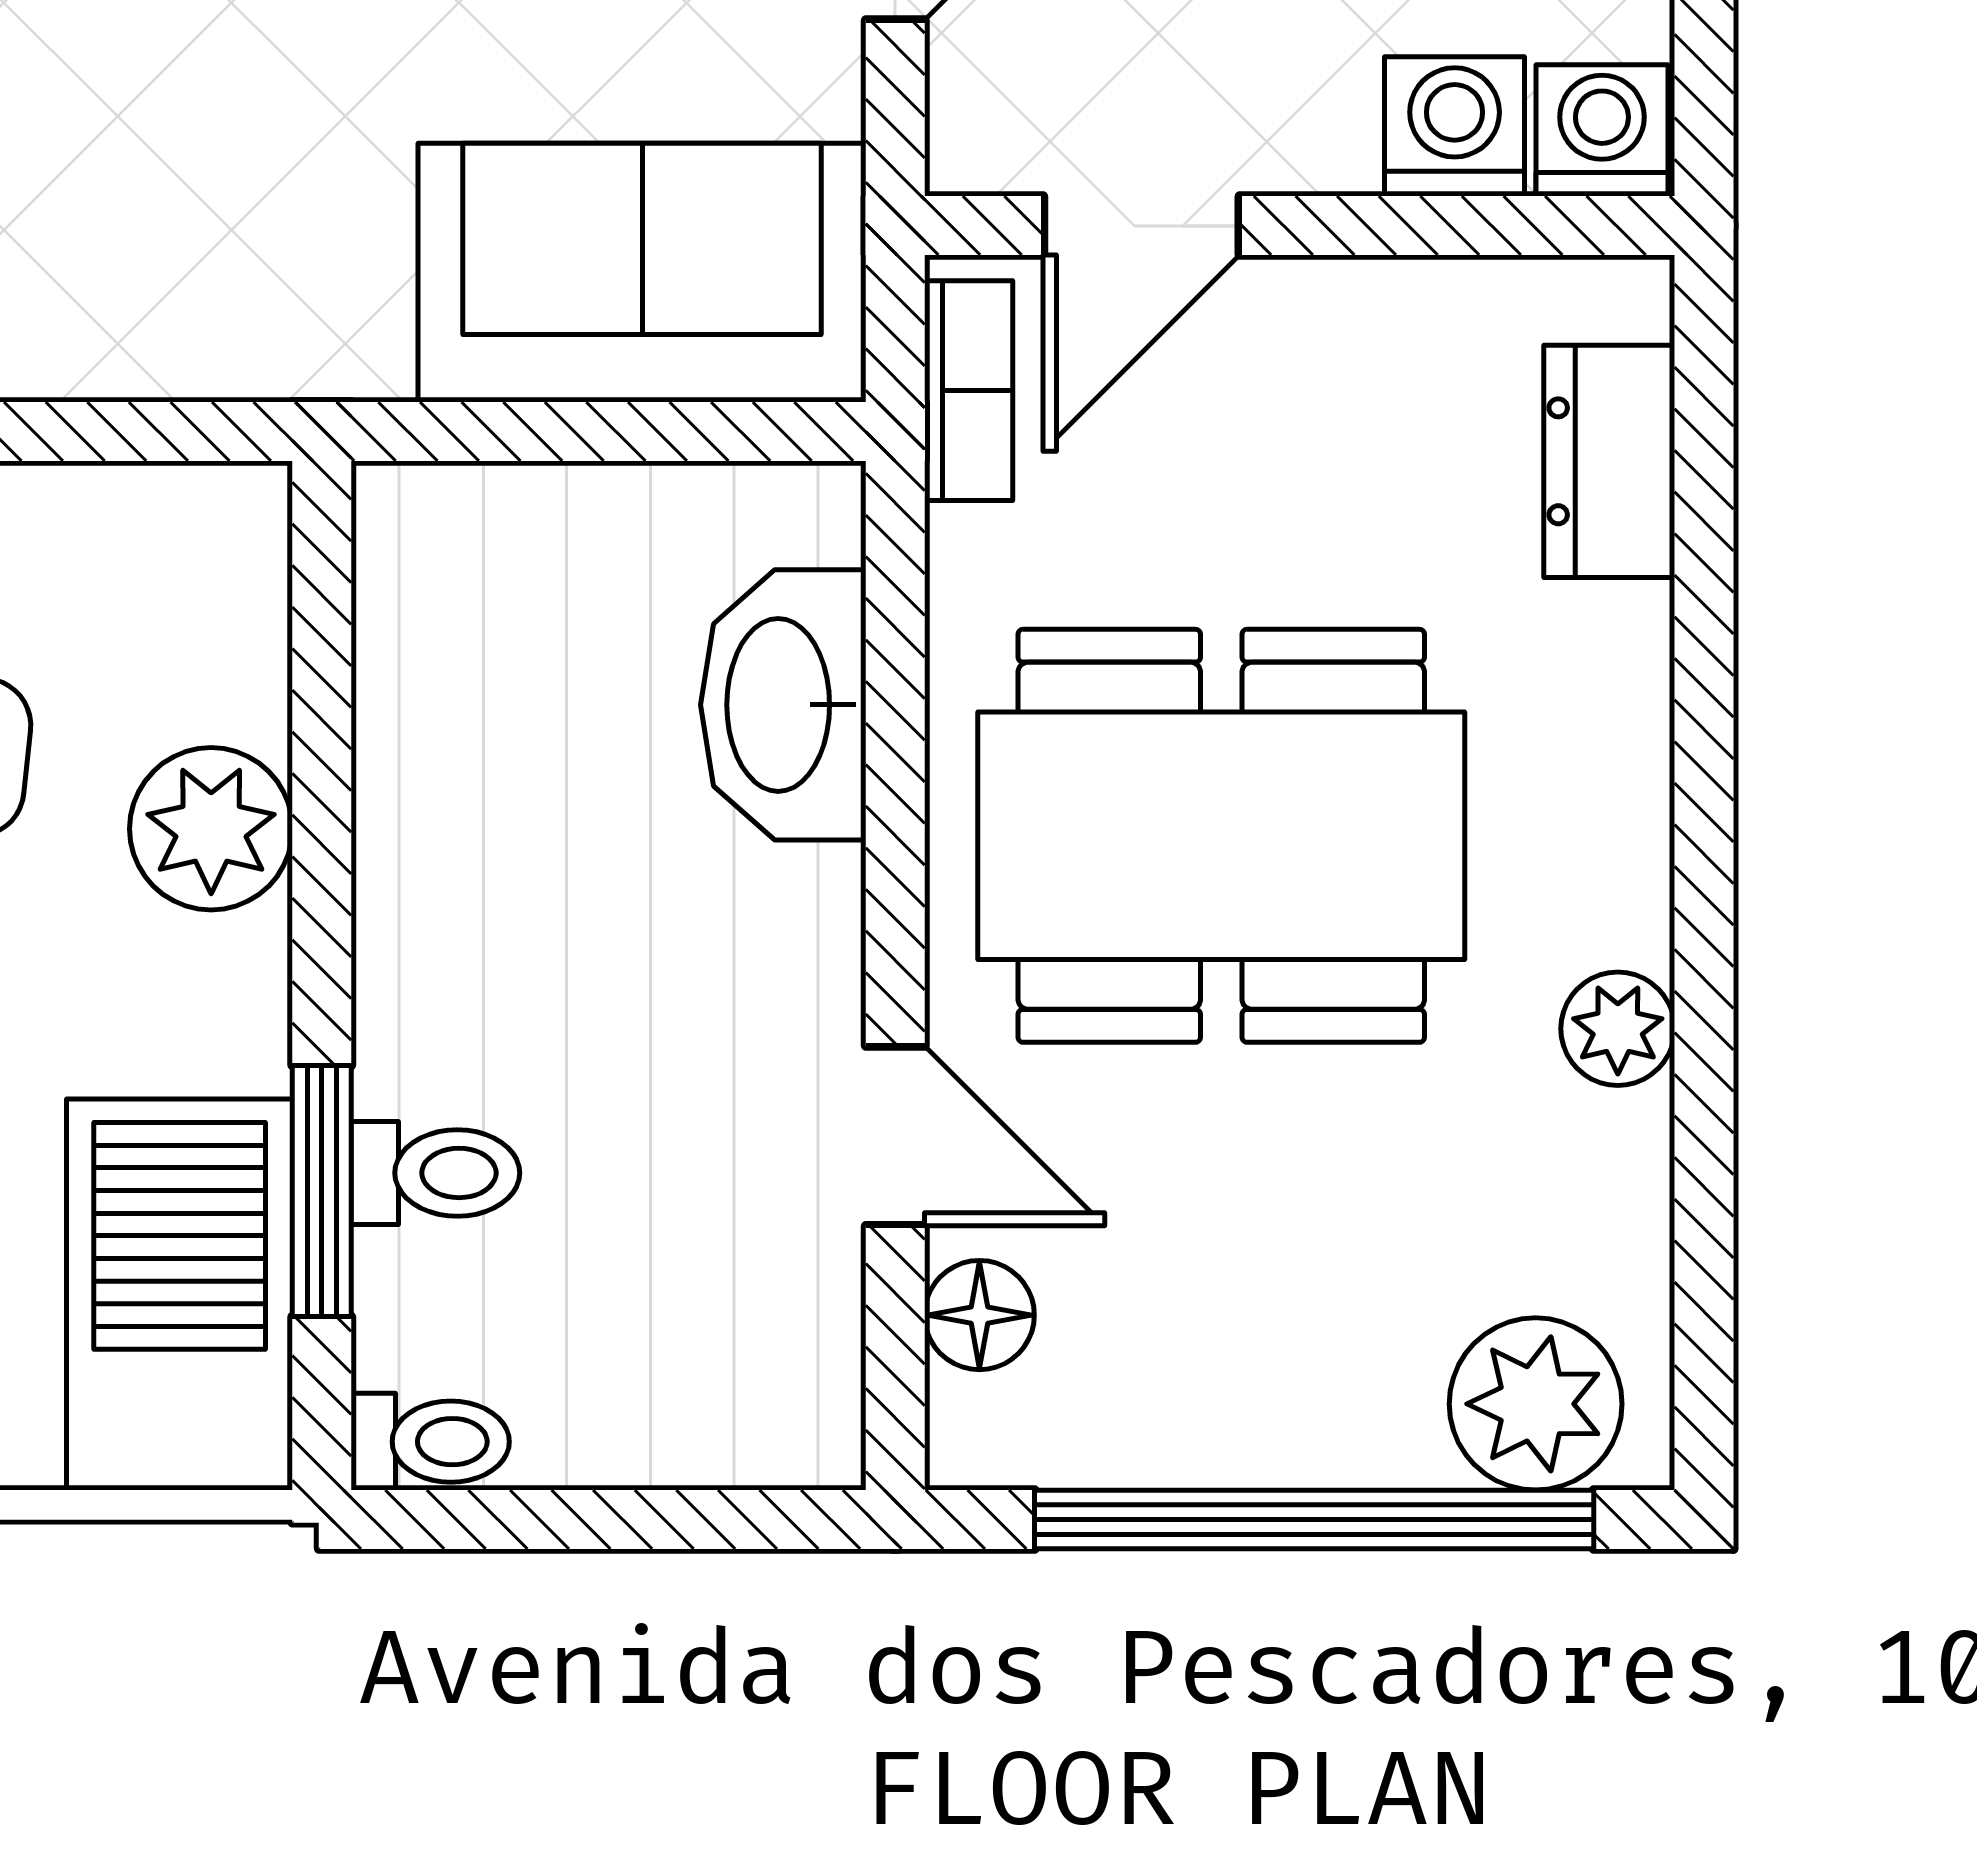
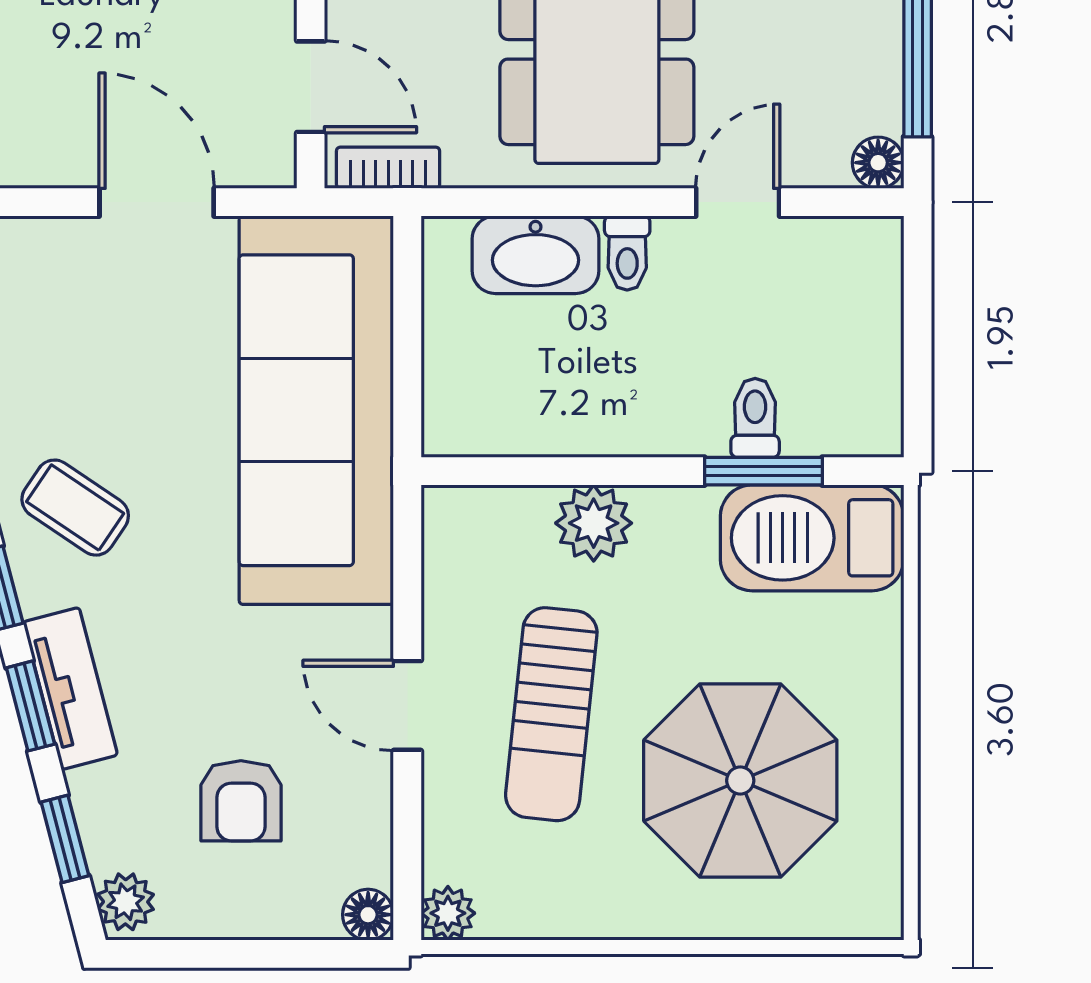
sofa: (642, 273) -> (316, 410), width x1.85, depth x1.27
floor lamp: (979, 1315) -> (878, 163), moved
toilet: (430, 1442) -> (627, 253), moved, turned 180

